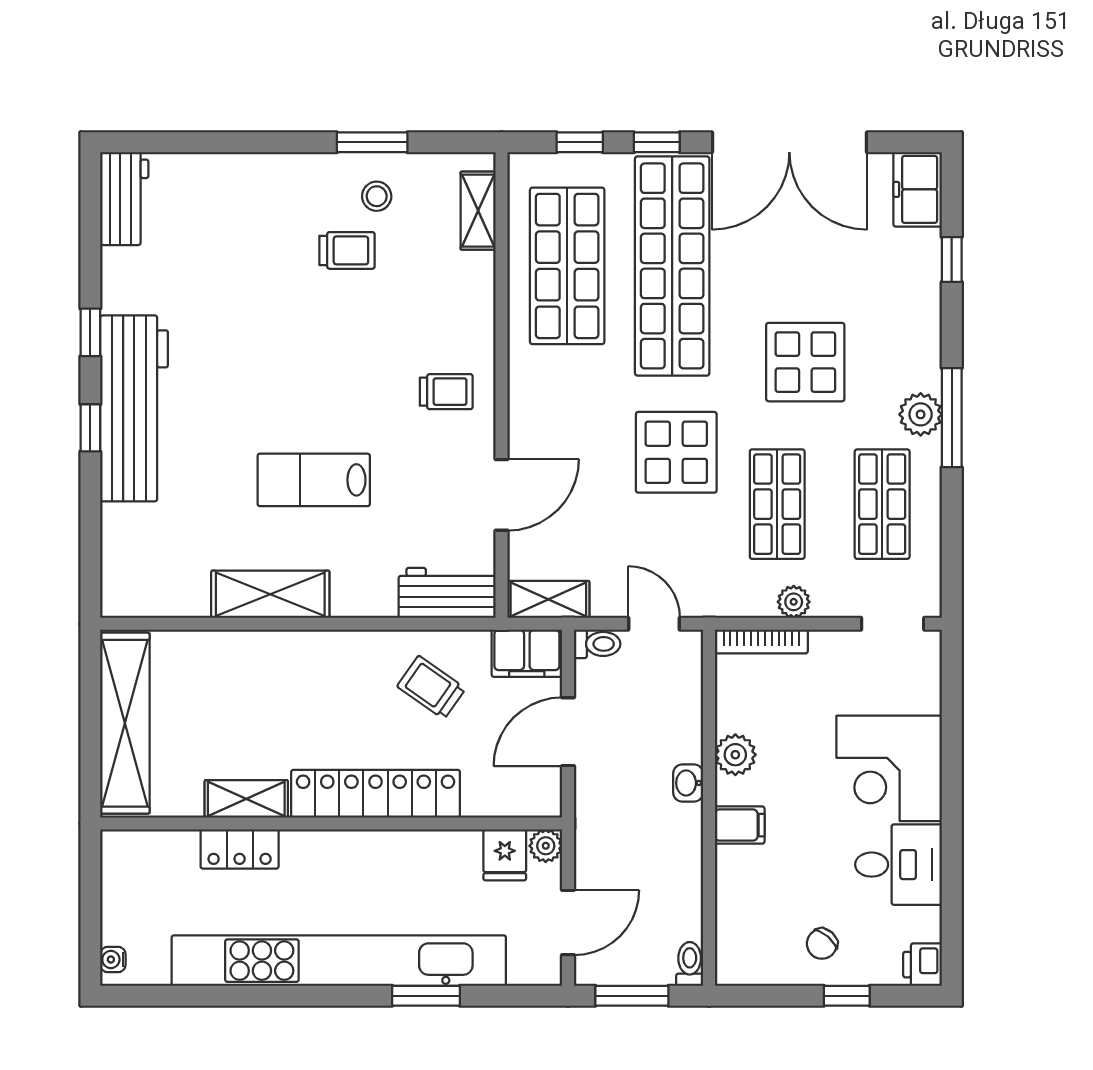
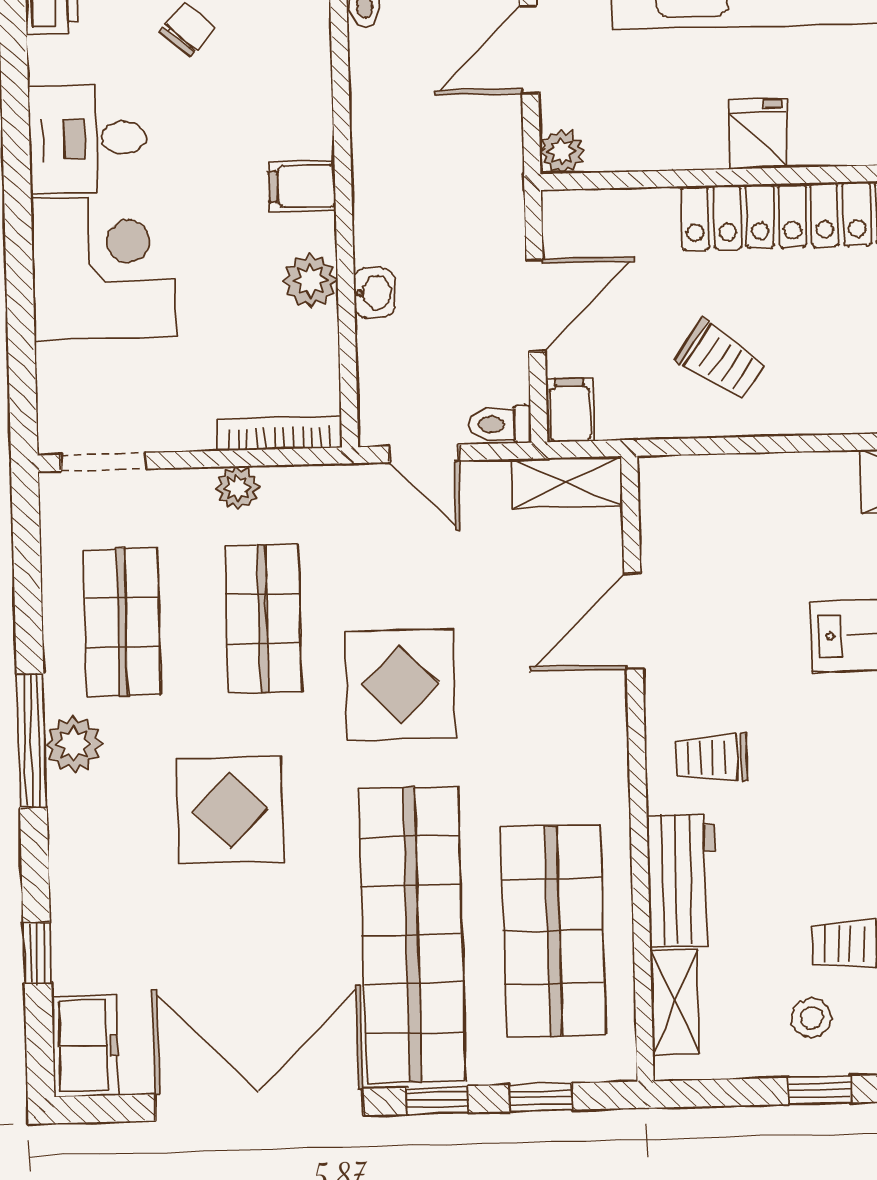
window: (372, 142) -> (820, 1090), width x0.67
workbench: (447, 593) -> (682, 880), moved, turned -90
filing cabinet: (527, 653) -> (570, 410), width x0.50
washbasin: (688, 783) -> (374, 293), moved
fridge: (505, 855) -> (758, 134), moved

